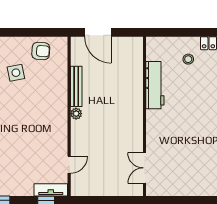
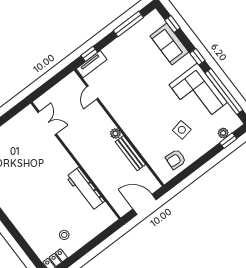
workbench: (155, 85) -> (85, 189), moved
wall: (145, 116) -> (76, 161), moved
double door: (145, 168) -> (47, 123), moved

